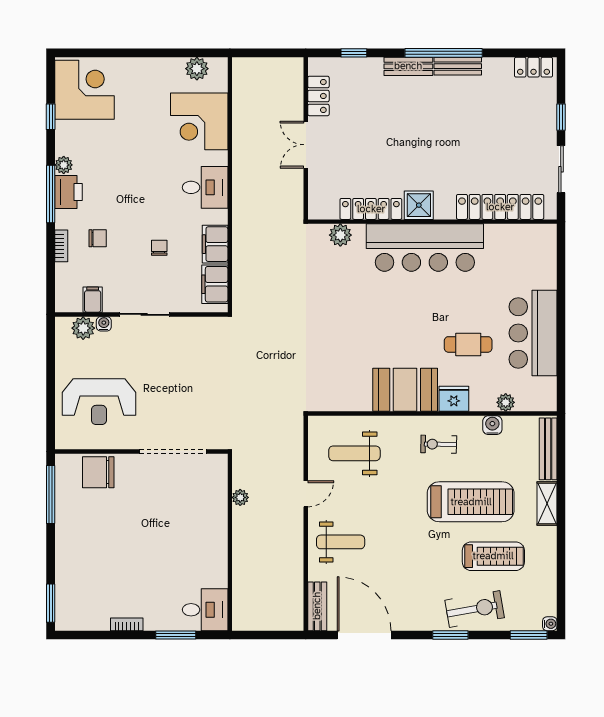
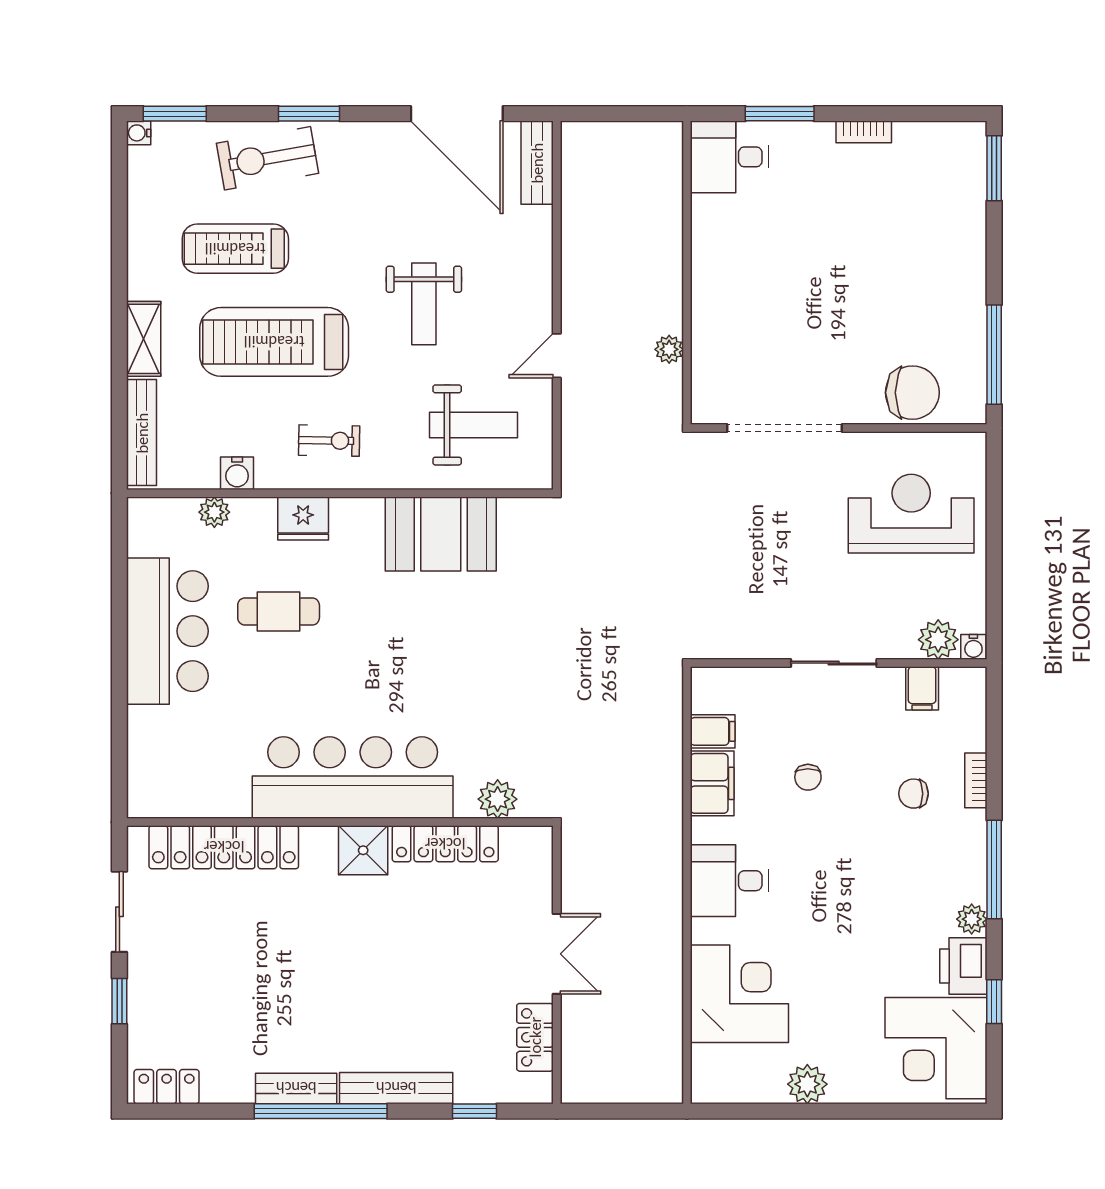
bench: (408, 66) -> (396, 1088), width x1.36
plant: (197, 69) -> (807, 1084), moved
printer: (69, 192) -> (963, 966), moved
filing cabinet: (215, 284) -> (713, 731), width x0.50
water cooler: (104, 324) -> (973, 647), moved
booth: (405, 390) -> (441, 534), moved
weight bench: (341, 542) -> (424, 304), moved, turned -90

